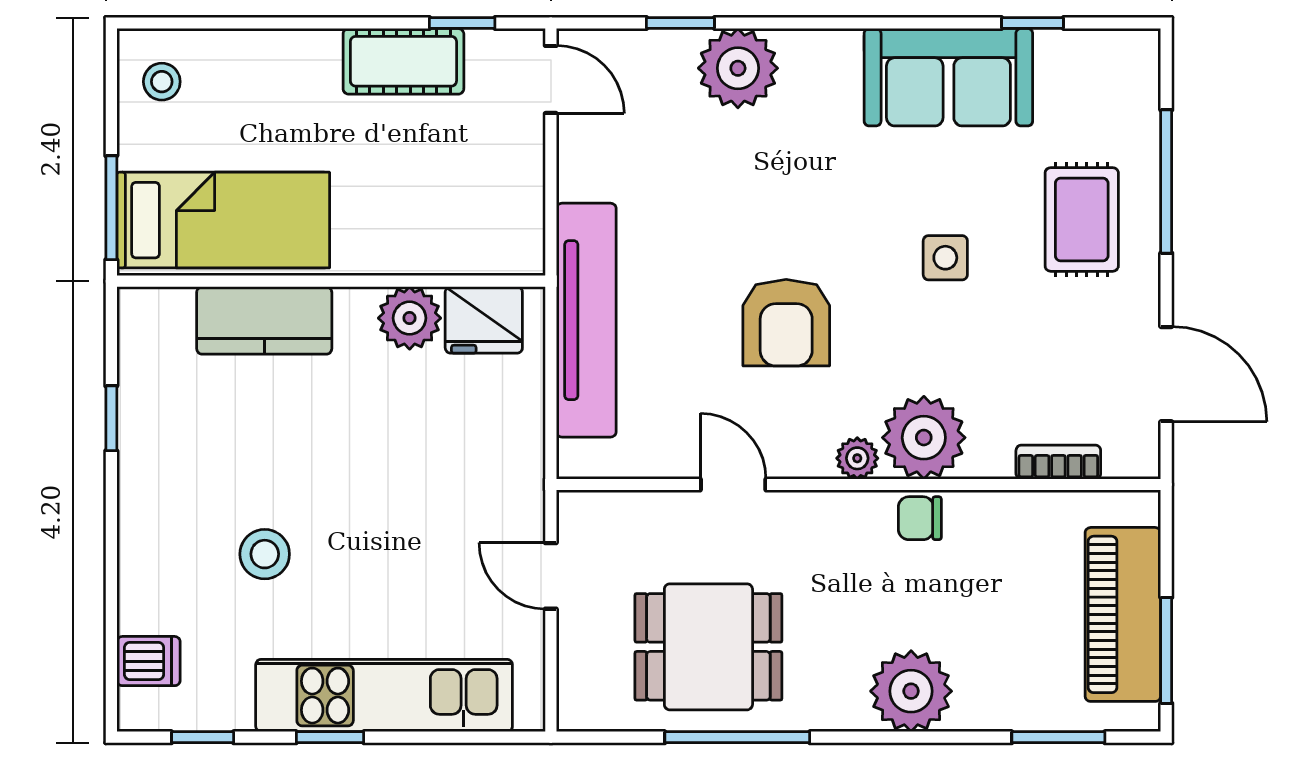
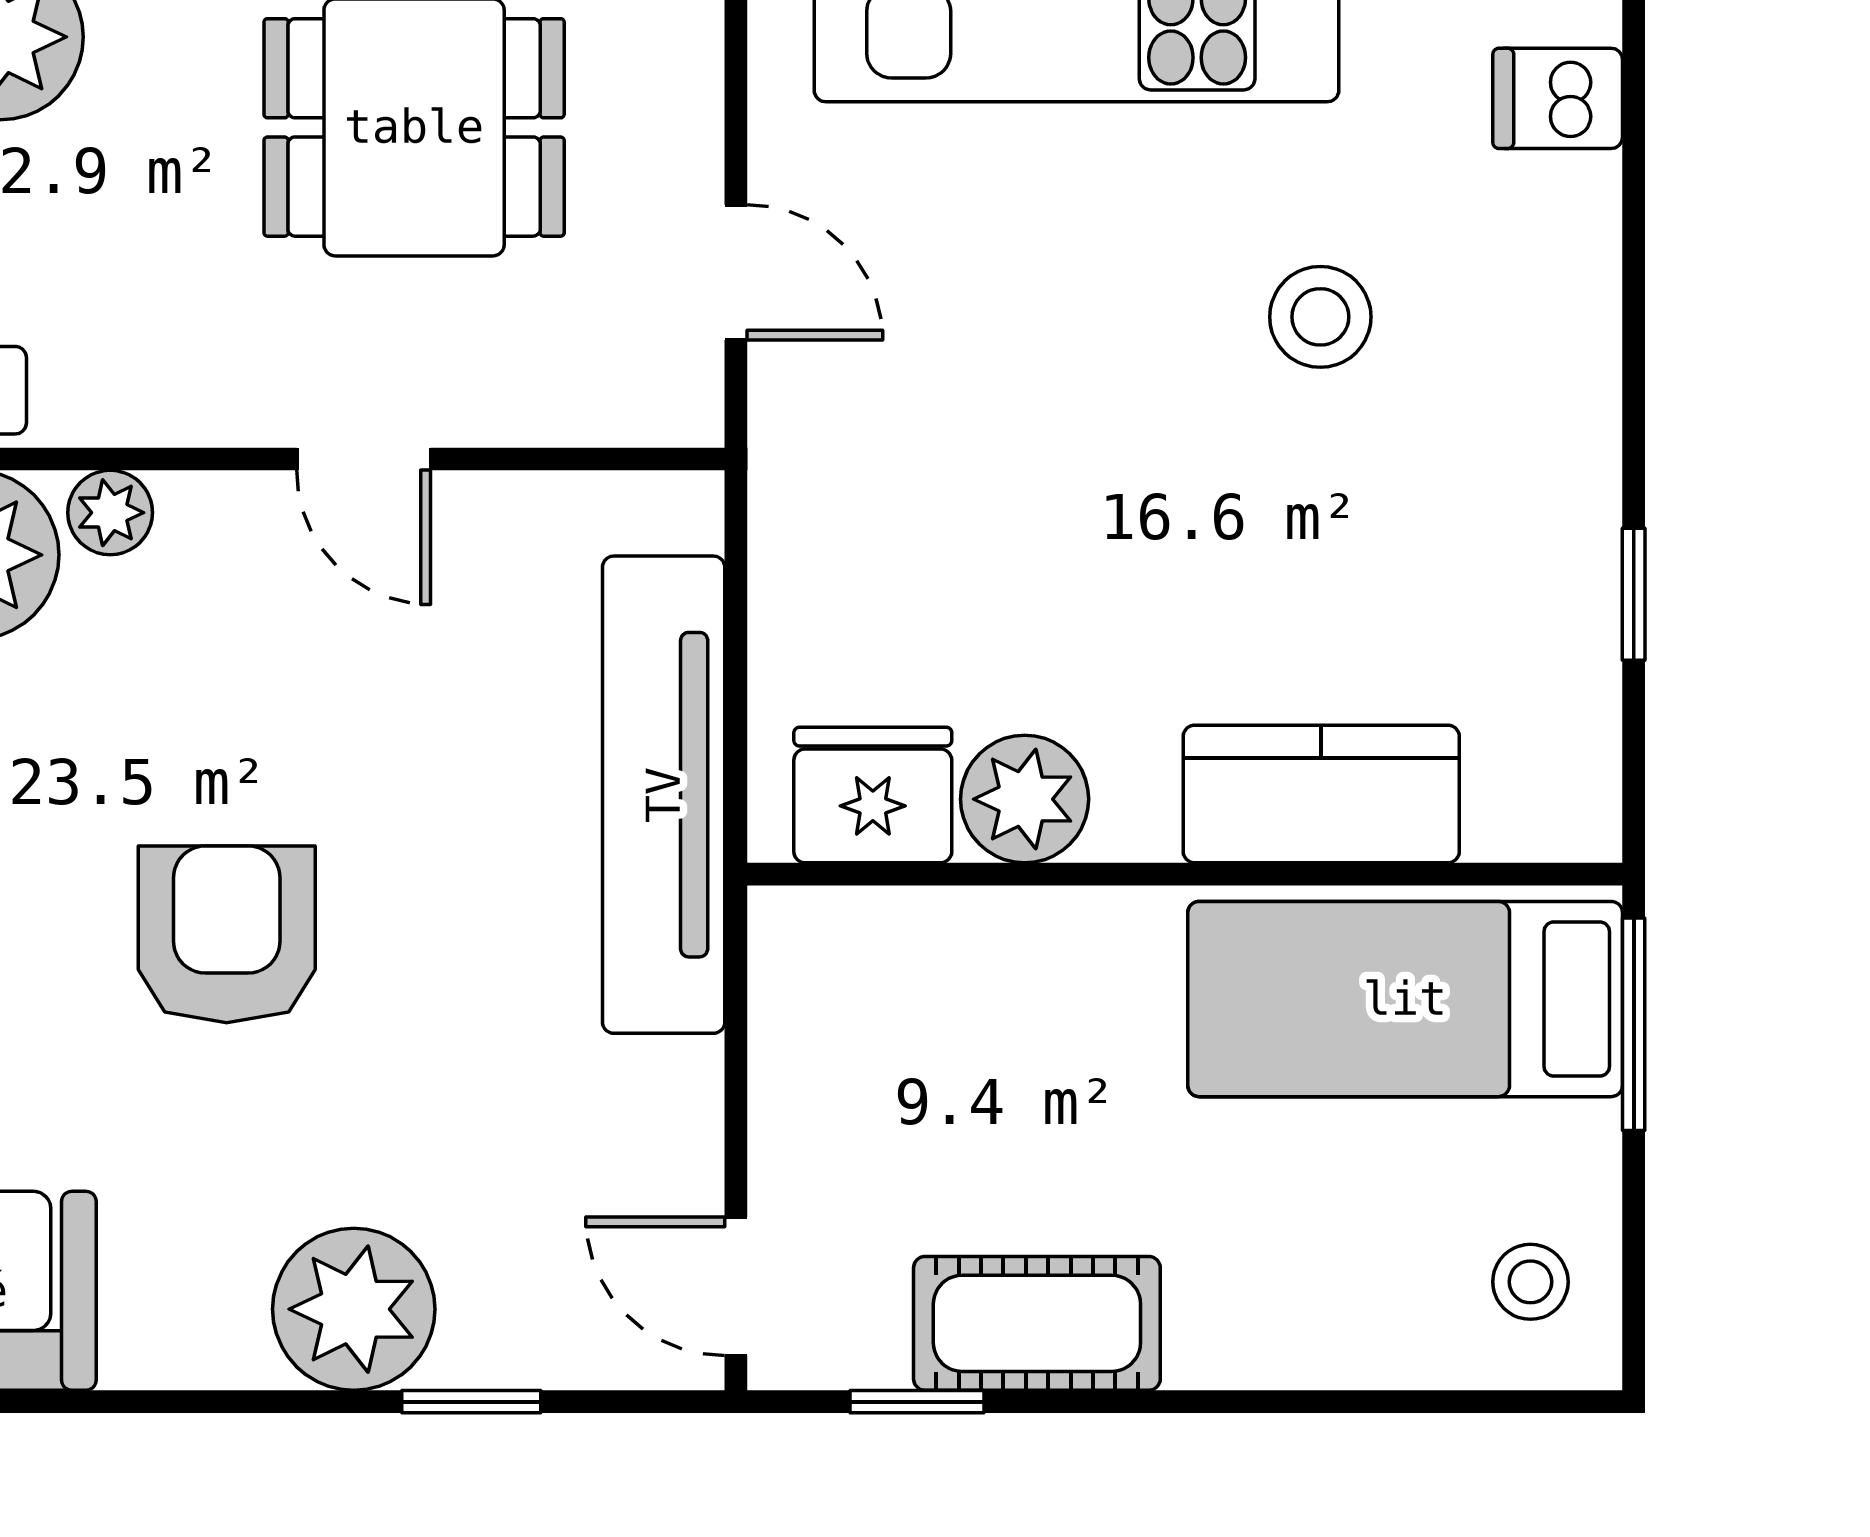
armchair: (786, 323) -> (227, 934), moved

